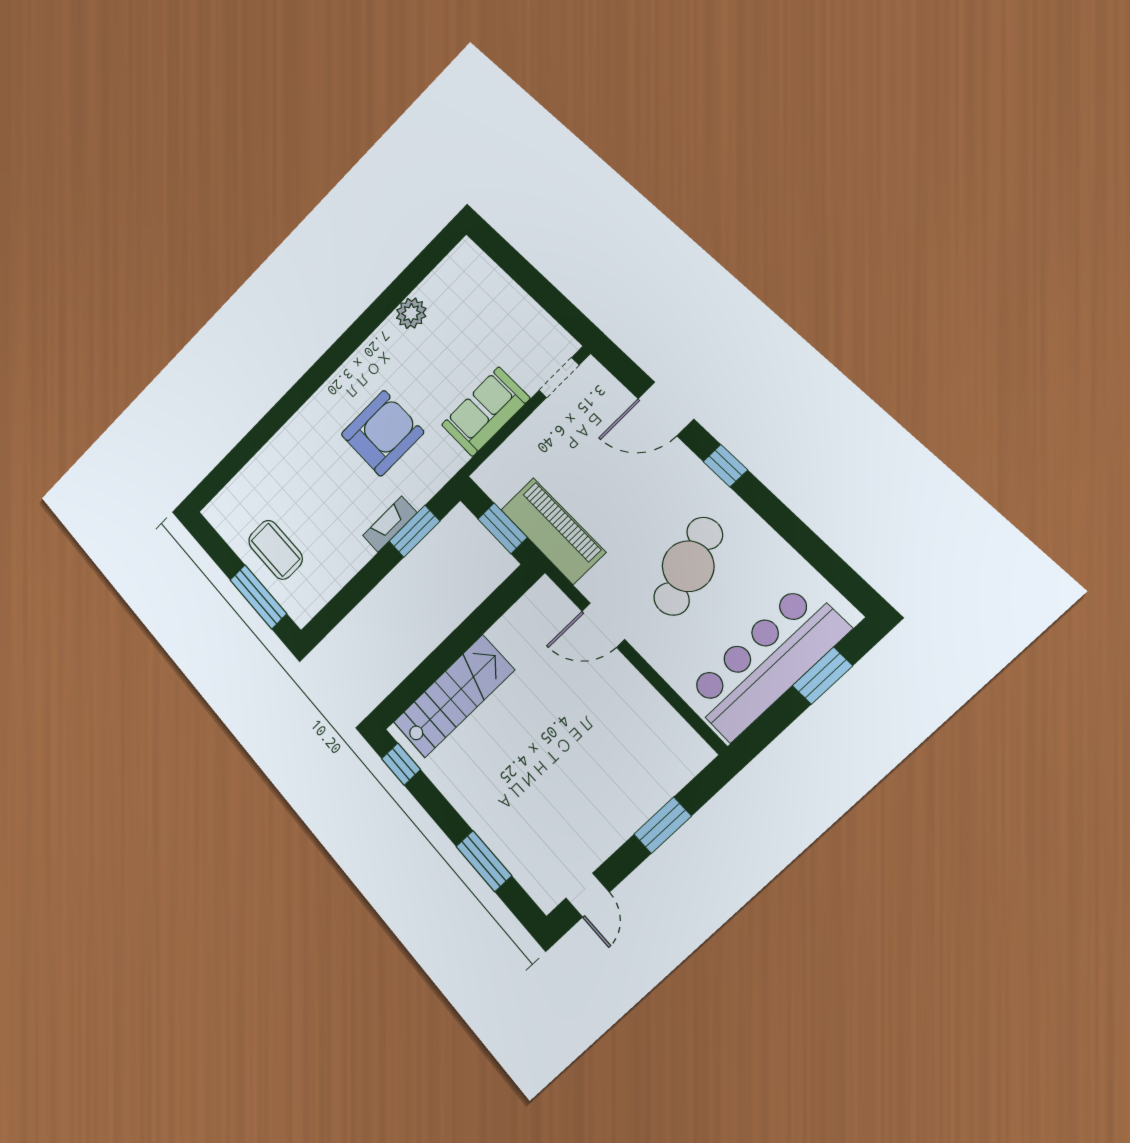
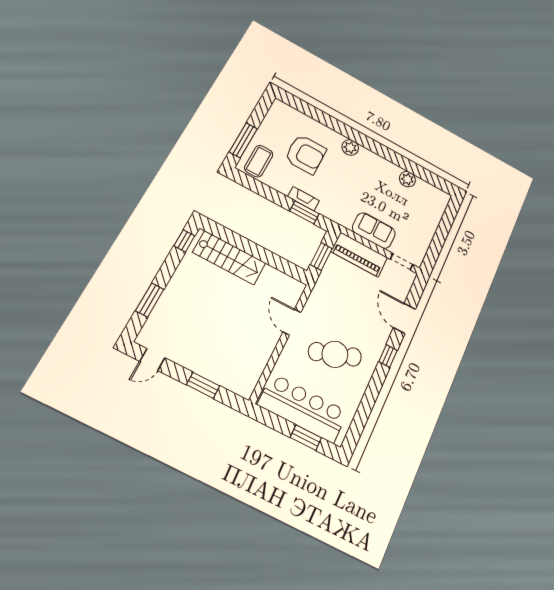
plant: (324, 404) -> (350, 148), added
armchair: (382, 433) -> (305, 154), moved
piano: (553, 531) -> (359, 254), moved, turned 90
coffee table: (275, 550) -> (259, 161), moved

